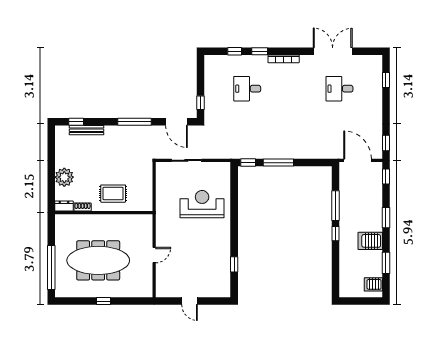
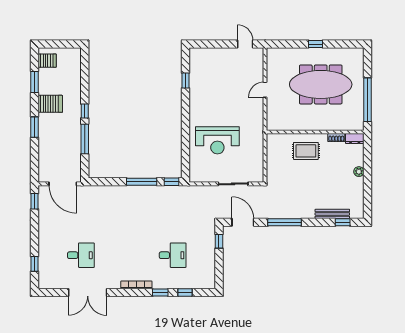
plant: (64, 177) -> (359, 172), width x0.53, depth x0.53
window: (386, 177) -> (35, 168), removed
window: (51, 268) -> (367, 100), moved
door: (190, 301) -> (245, 44), moved

